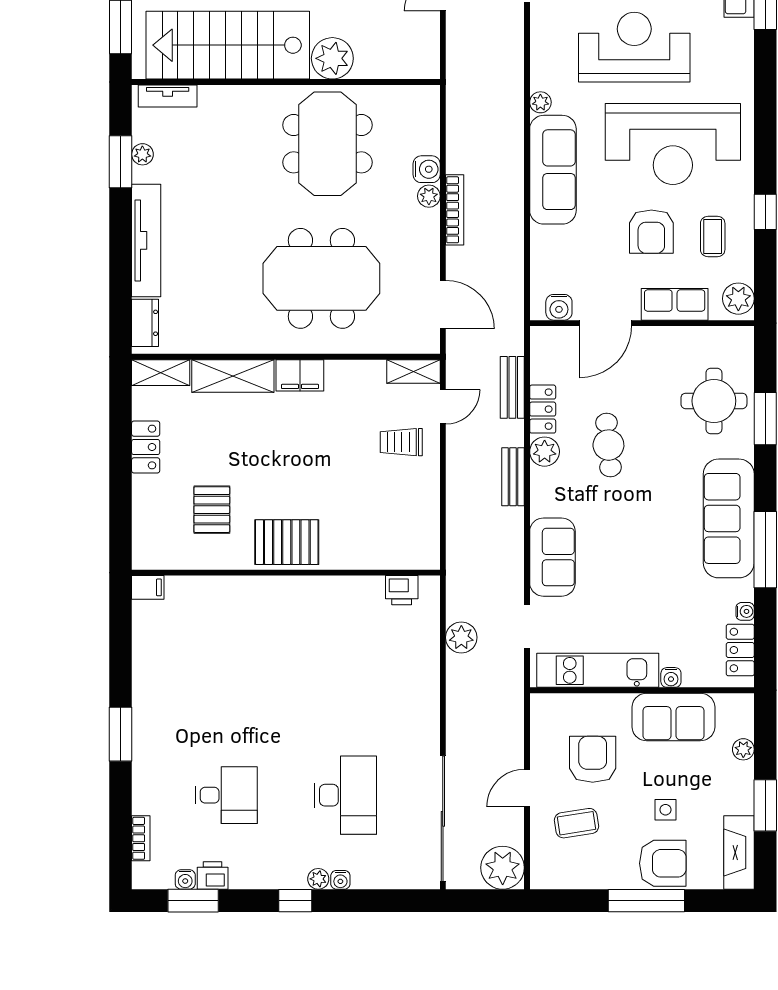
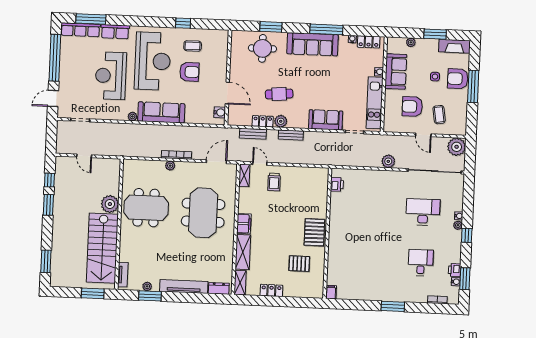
water cooler: (427, 169) -> (159, 166), removed
plant: (738, 299) -> (219, 36), removed
row of seats: (675, 304) -> (115, 32), moved, turned -90
plant: (461, 637) -> (388, 161), moved
armchair: (663, 863) -> (458, 79), turned -90

